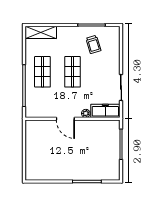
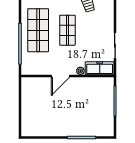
shop shelf: (42, 72) -> (38, 30), width x1.43, depth x1.36
door: (65, 119) -> (61, 76), hinge flipped

